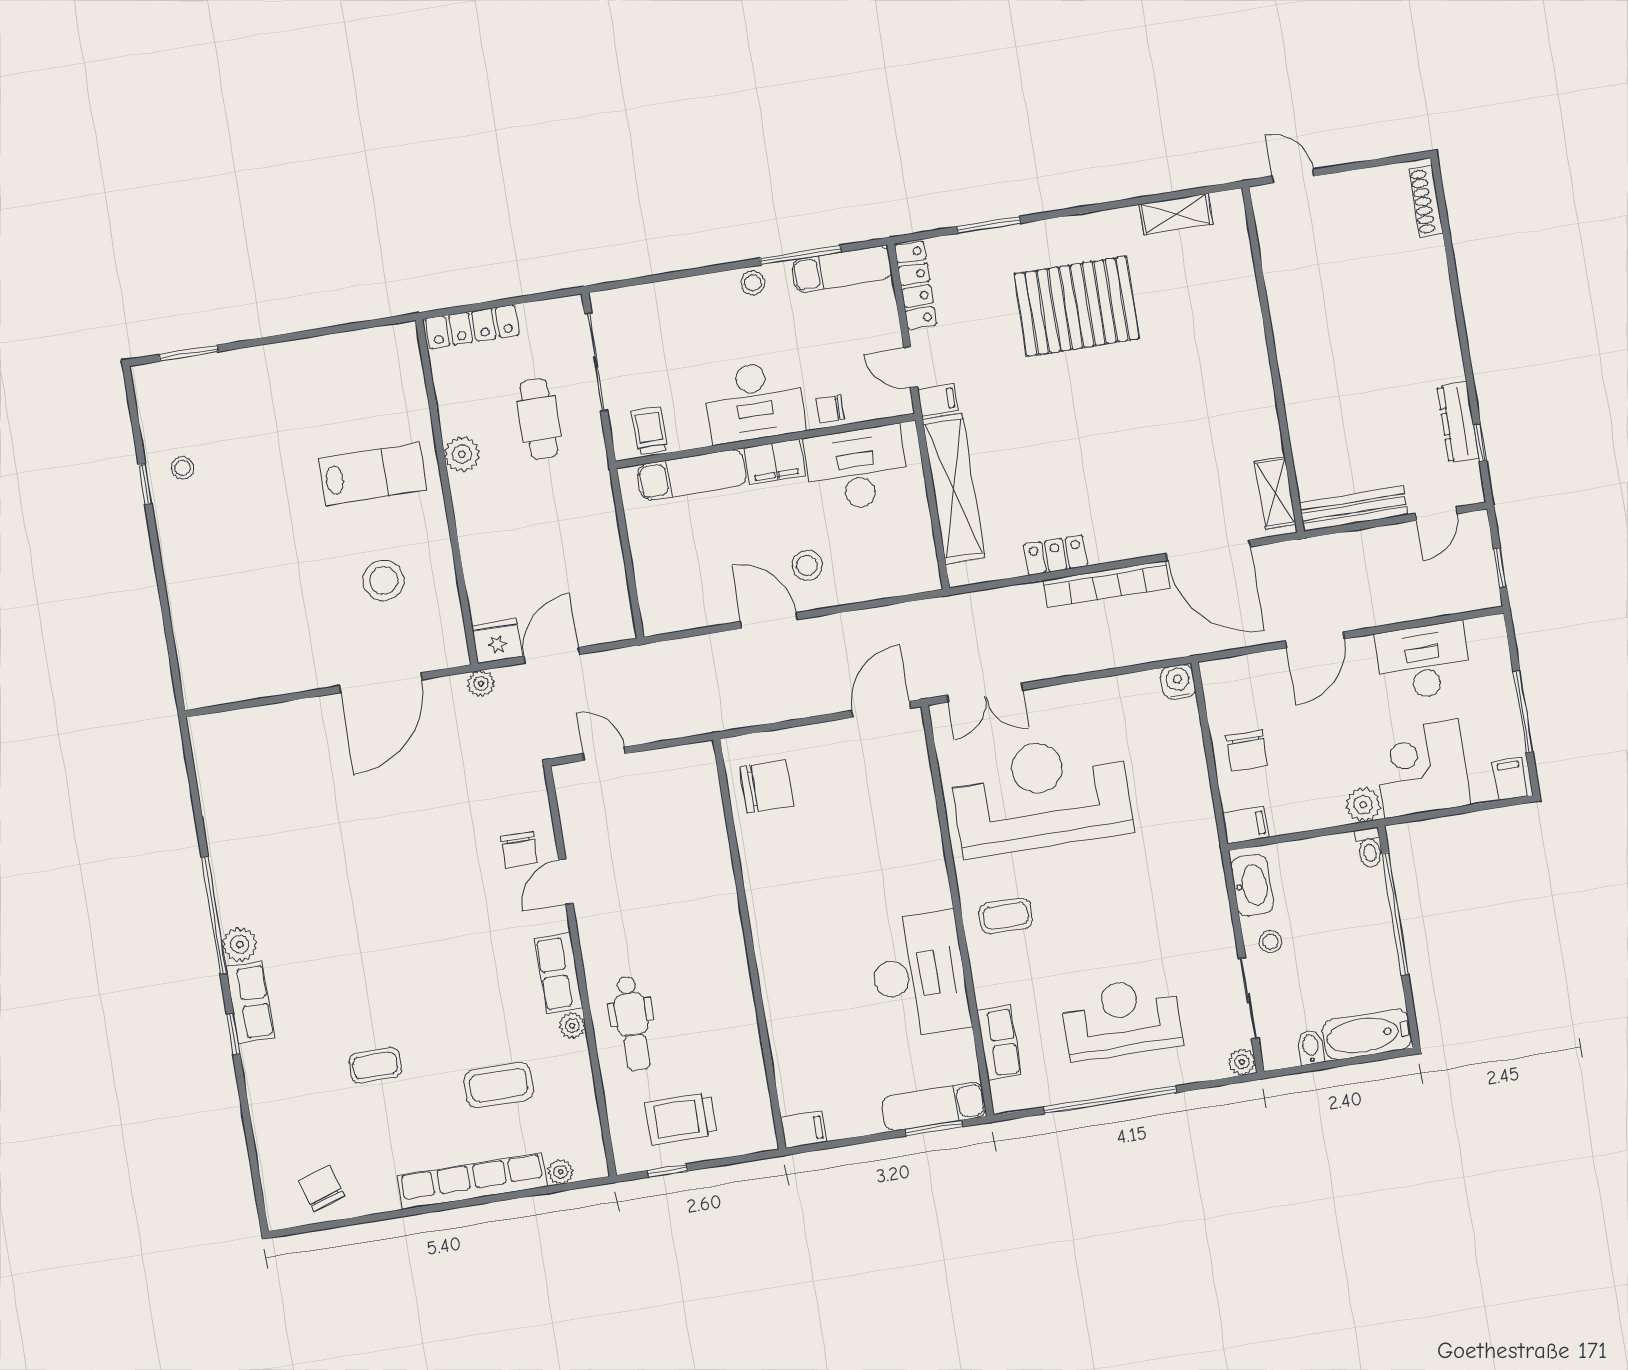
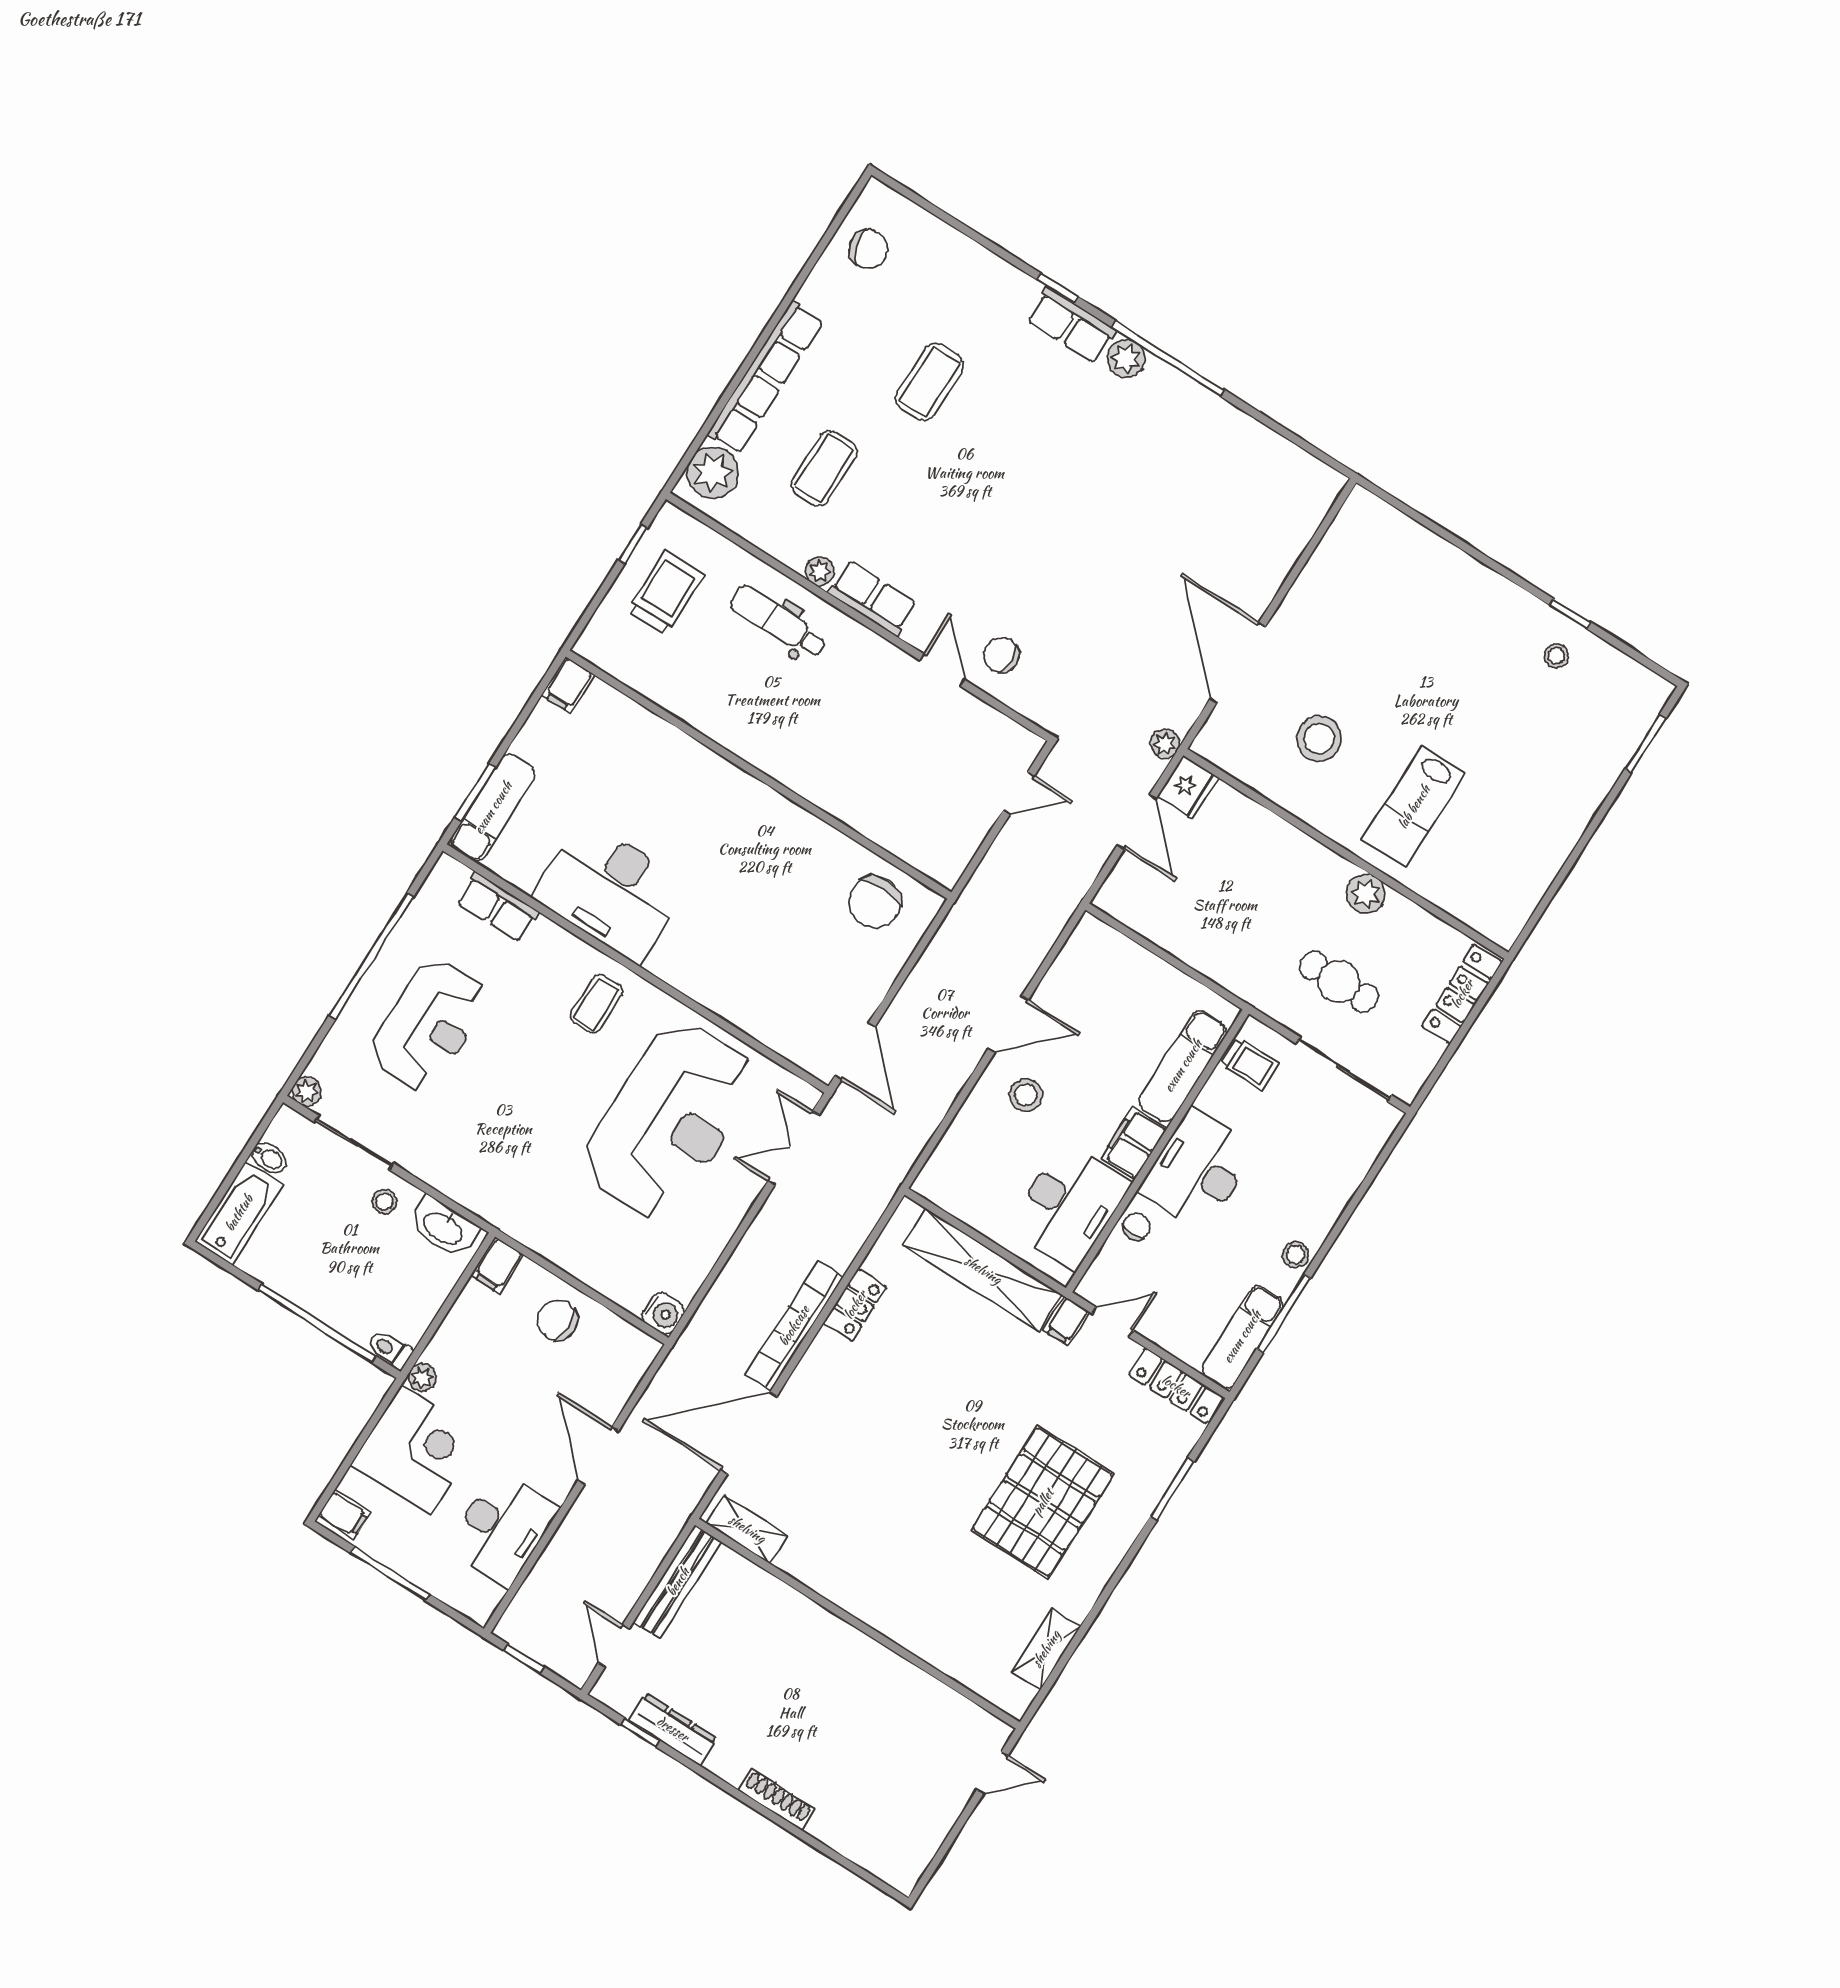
shoe rack: (1426, 201) -> (777, 1799), moved
plant: (1363, 805) -> (422, 1377), width x0.73, depth x0.73
coffee table: (375, 1065) -> (930, 382), width x1.36, depth x1.30
plant: (561, 1172) -> (713, 473), width x1.88, depth x1.88

